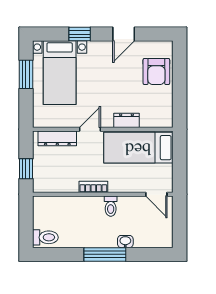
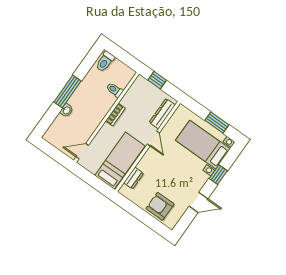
door: (124, 34) -> (198, 202), swing flipped
dresser: (126, 120) -> (134, 178), moved
toilet: (111, 206) -> (115, 90), moved

